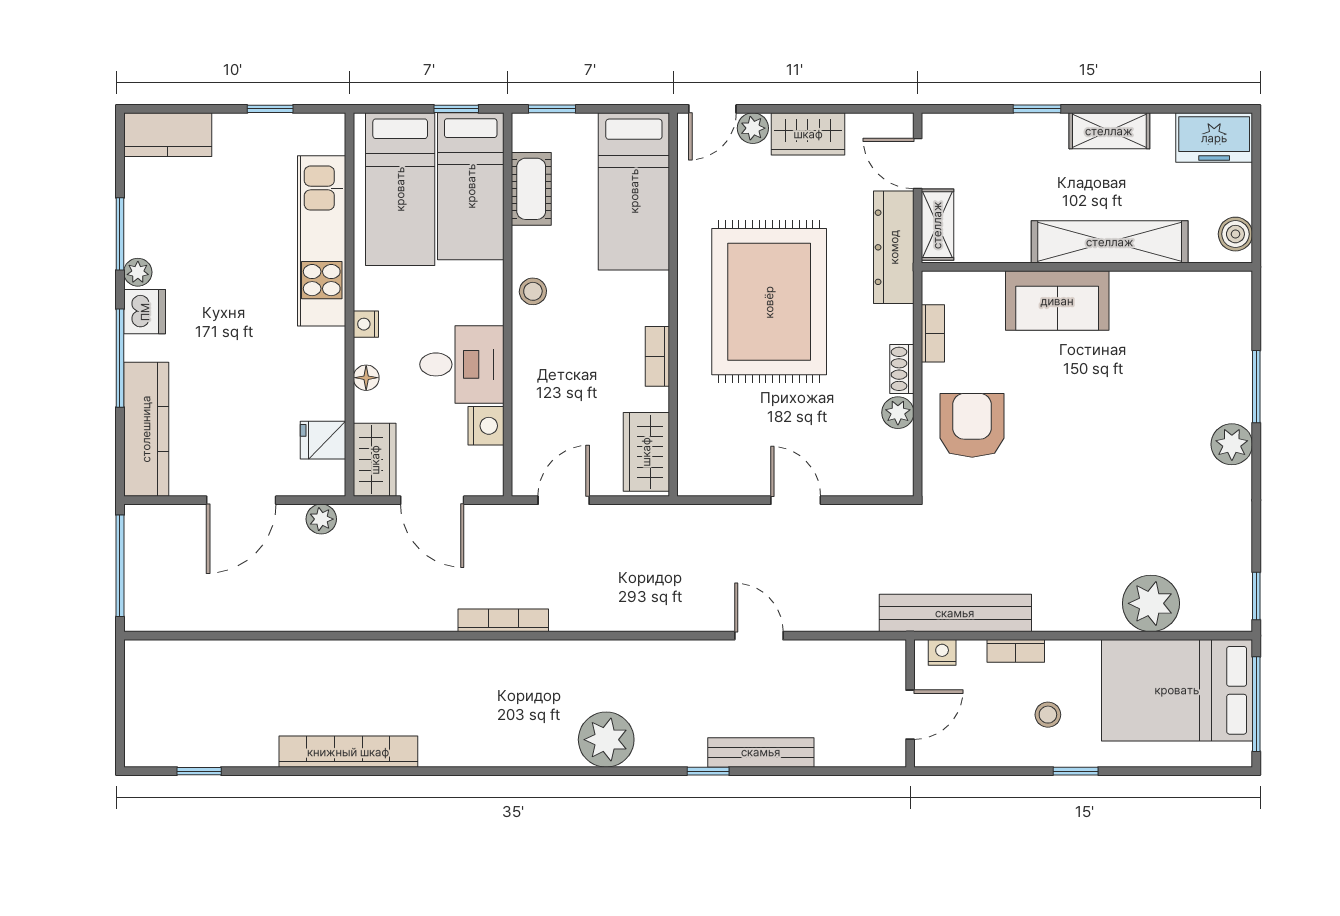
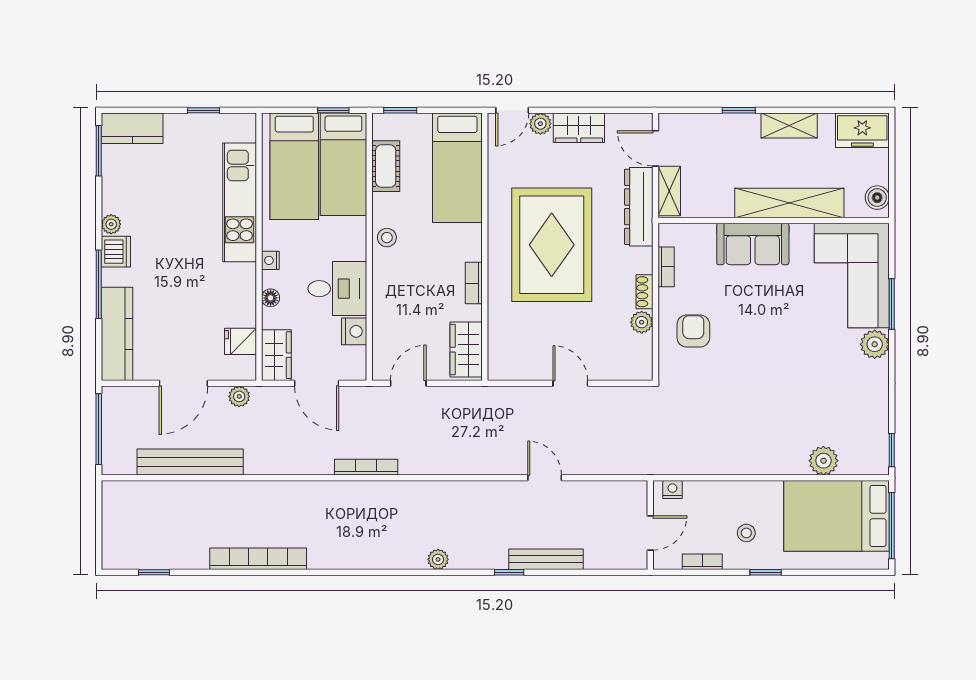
window: (120, 234) -> (99, 151), moved
corner sofa: (1199, 346) -> (852, 275), added
armchair: (972, 425) -> (693, 331), width x0.72, depth x0.72
plant: (1151, 603) -> (823, 461), width x0.73, depth x0.73
bench: (955, 613) -> (190, 462), moved
bookcase: (1016, 651) -> (702, 562), moved, turned 180
plant: (606, 740) -> (438, 559), width x0.53, depth x0.53

